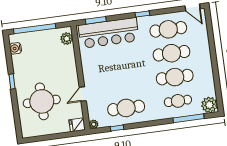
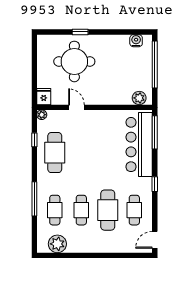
window: (96, 20) -> (155, 132), width x1.44
cafe table: (168, 29) -> (134, 210), width x0.73, depth x0.74
cafe table: (175, 77) -> (81, 210), width x0.73, depth x0.74
window: (12, 81) -> (80, 32), moved
plant: (209, 105) -> (57, 244), moved
window: (189, 118) -> (34, 199), moved

